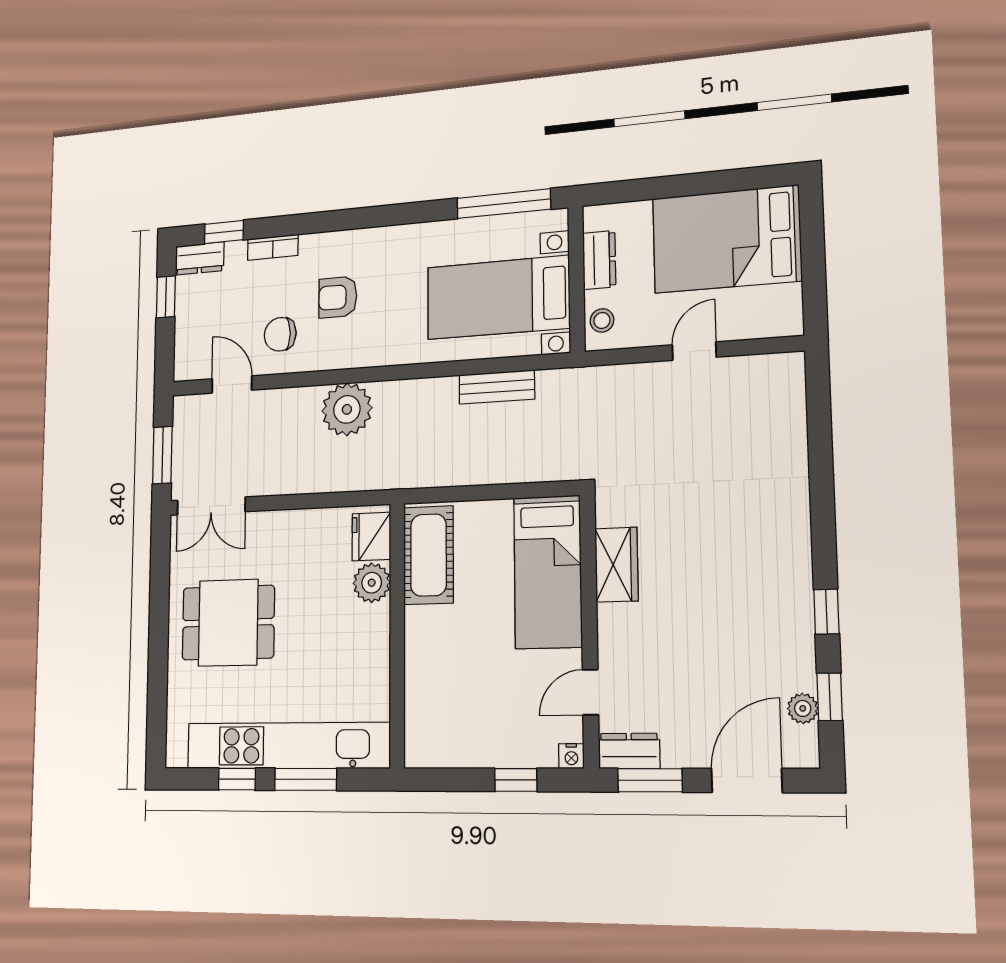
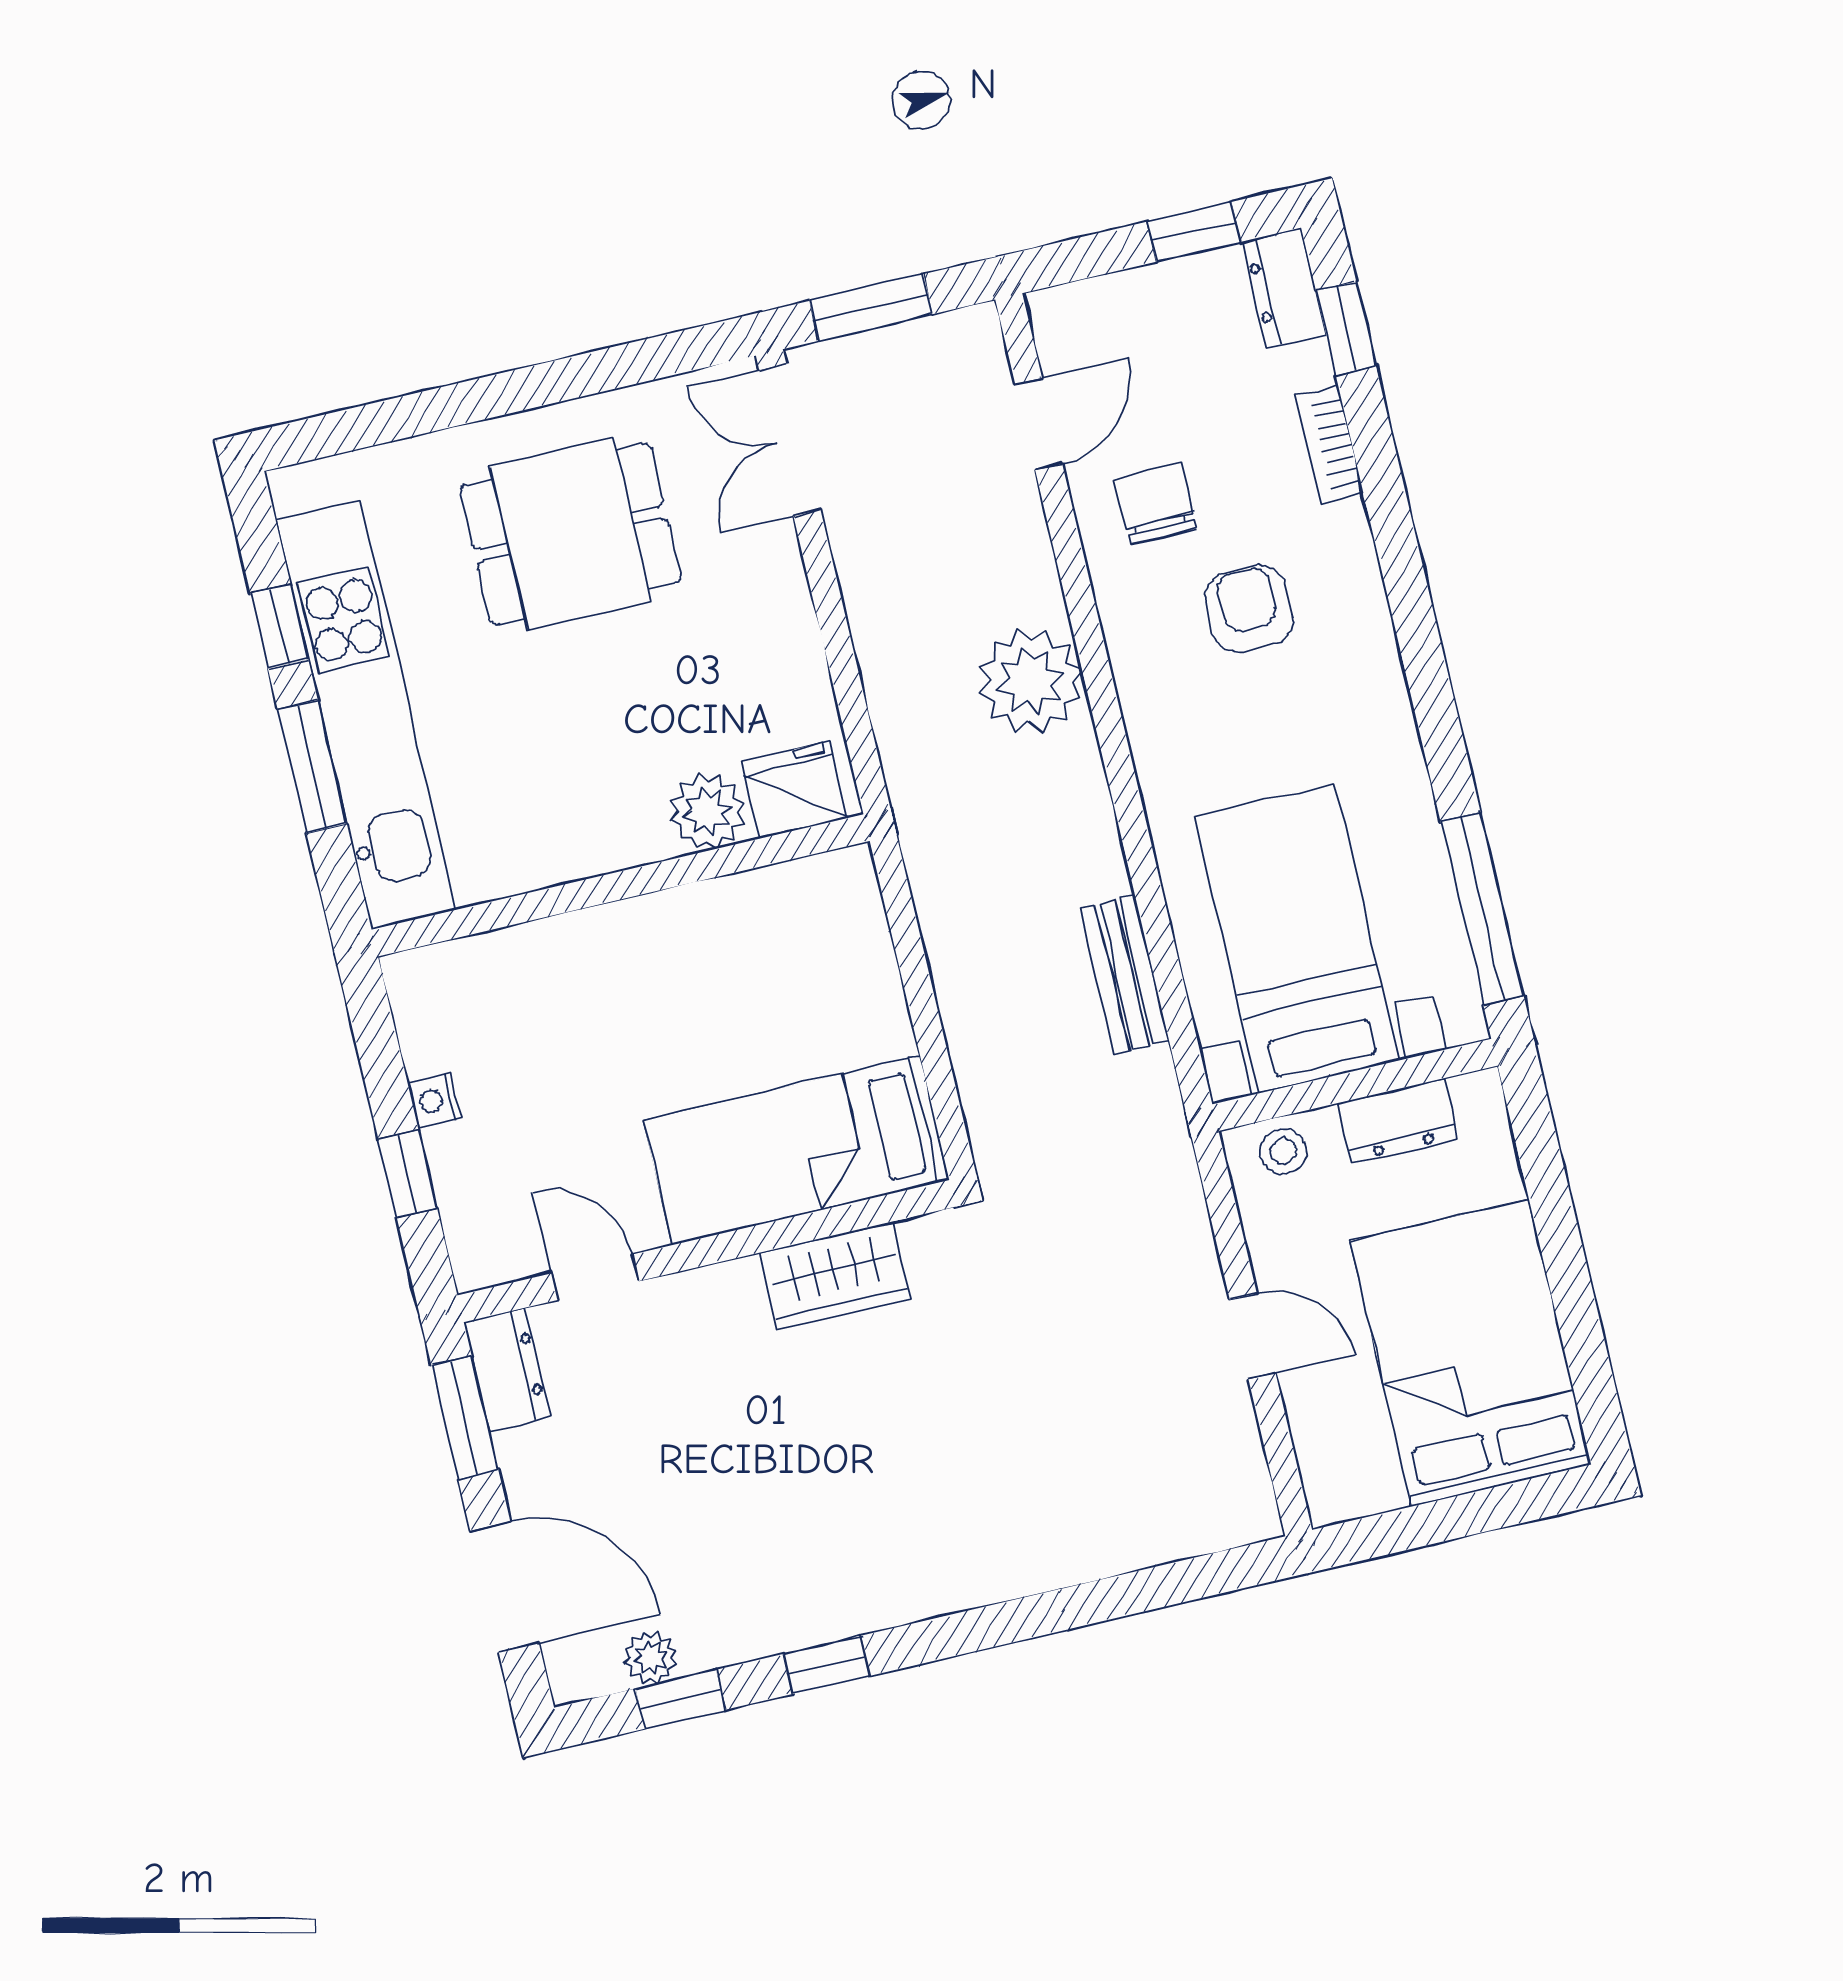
cot: (428, 555) -> (782, 913), removed
dining table: (228, 623) -> (571, 534), turned 90
nightstand: (571, 756) -> (435, 1100), moved

